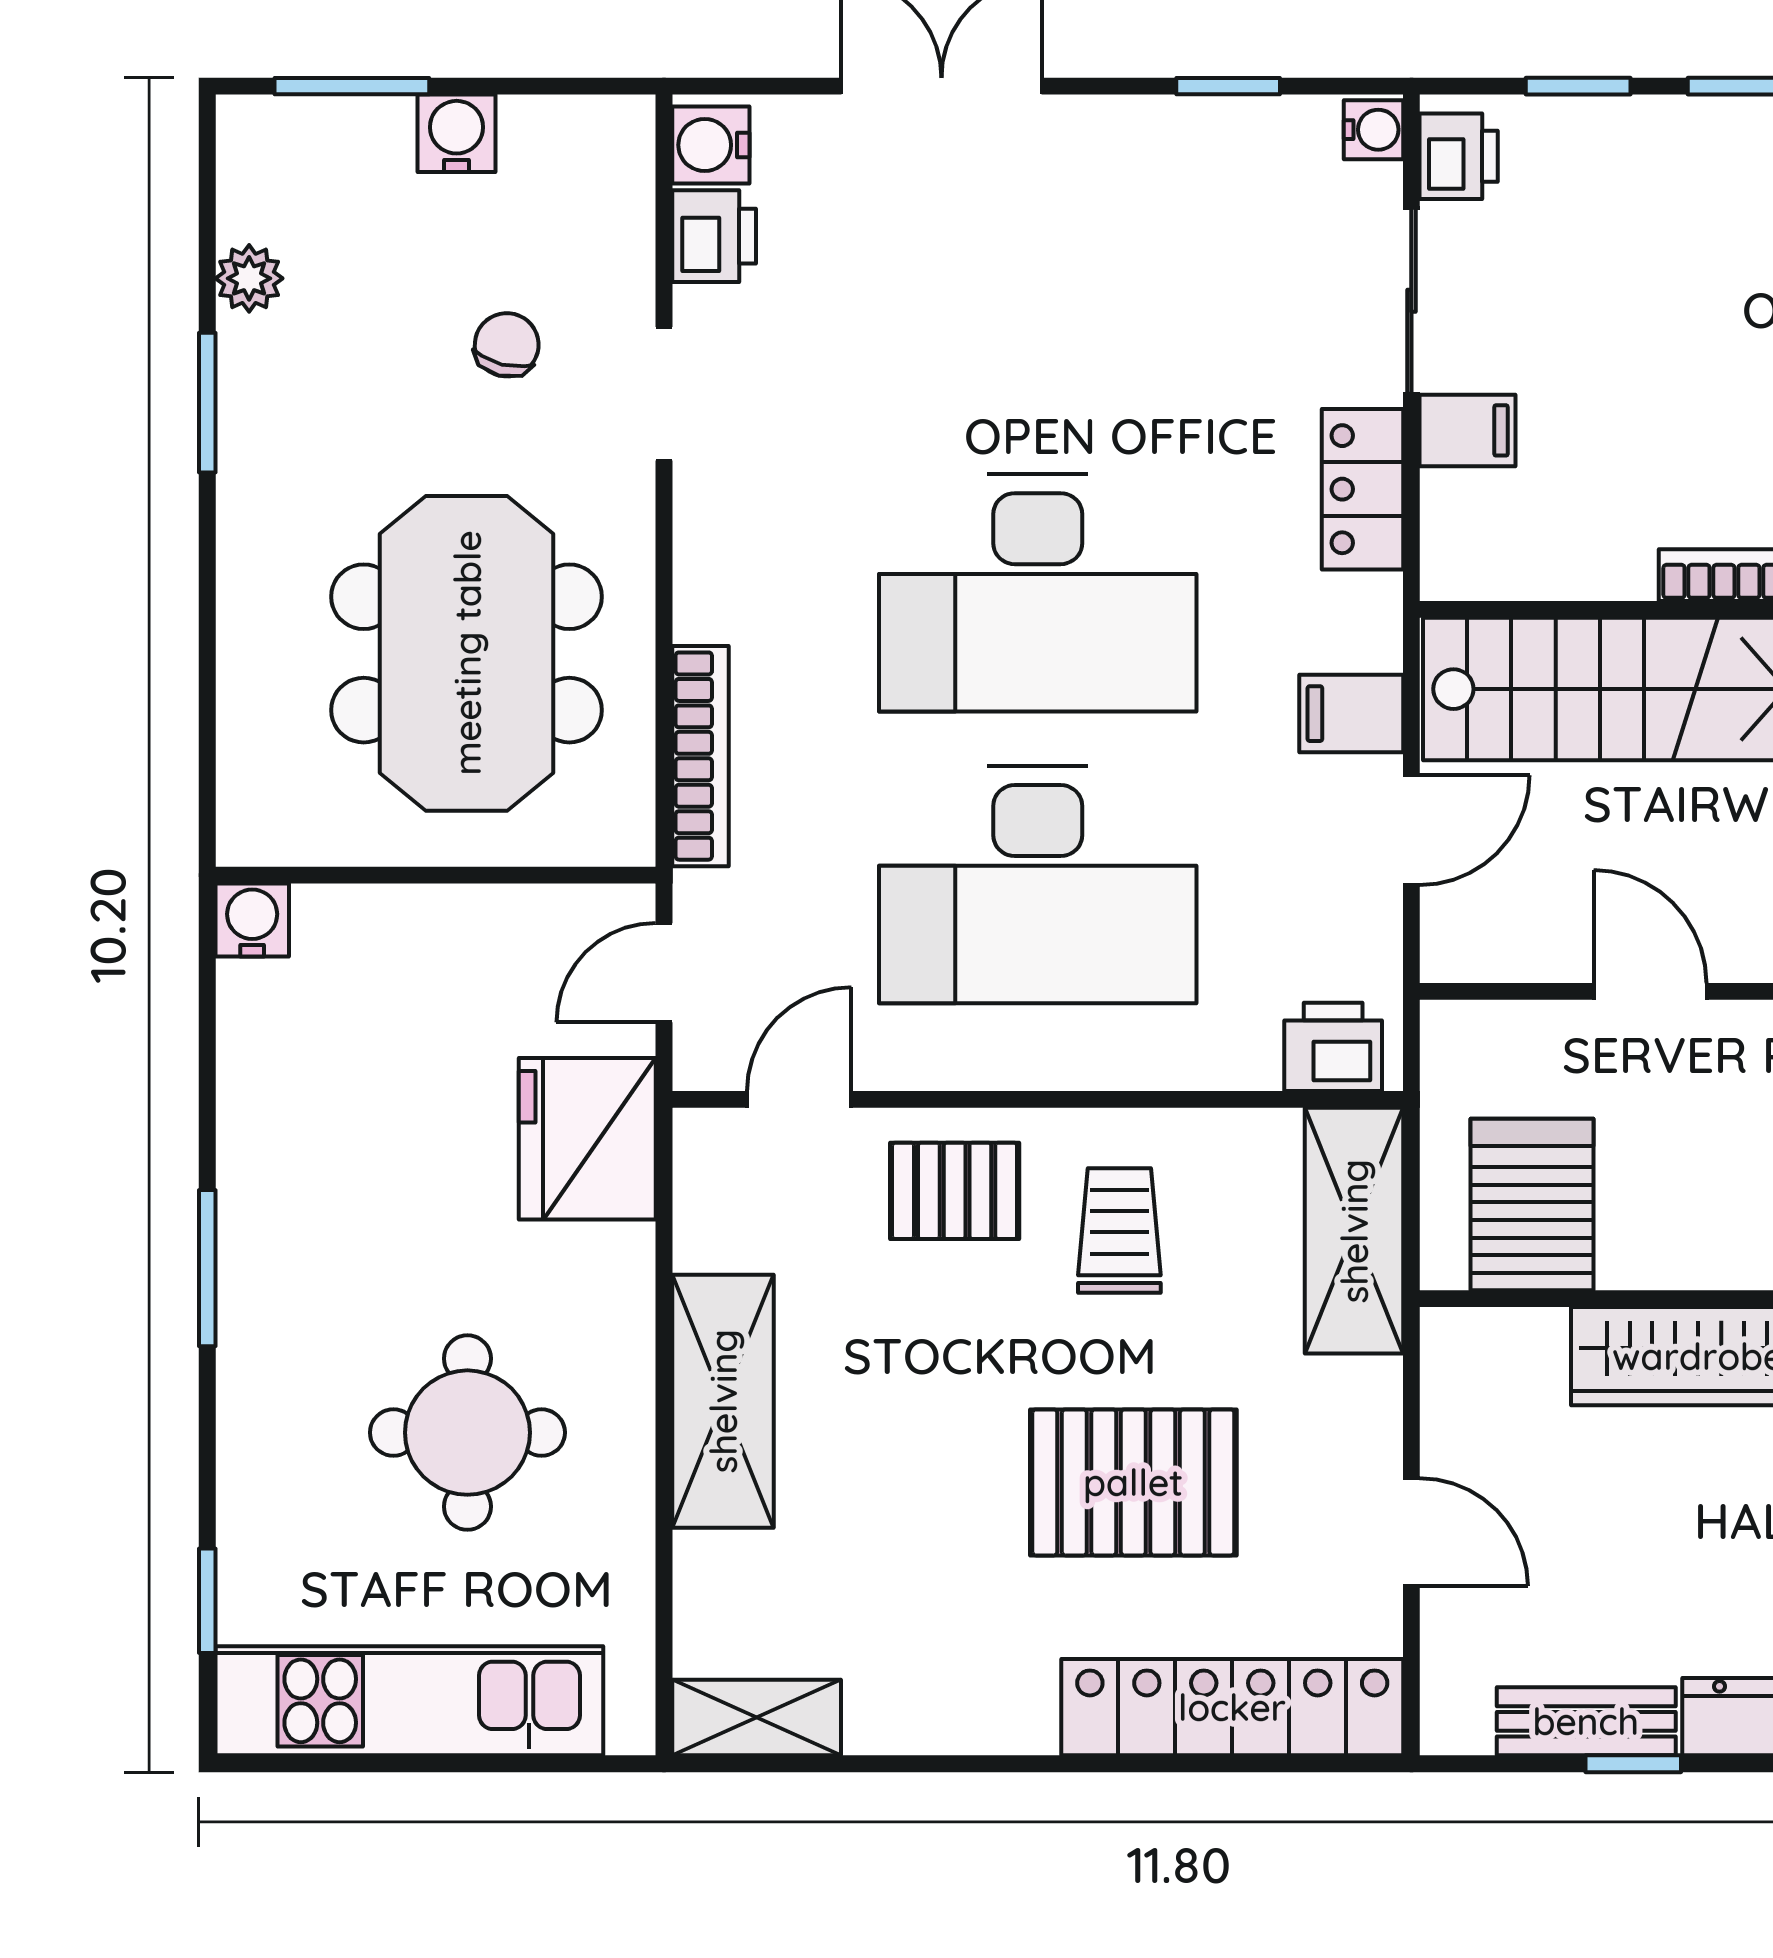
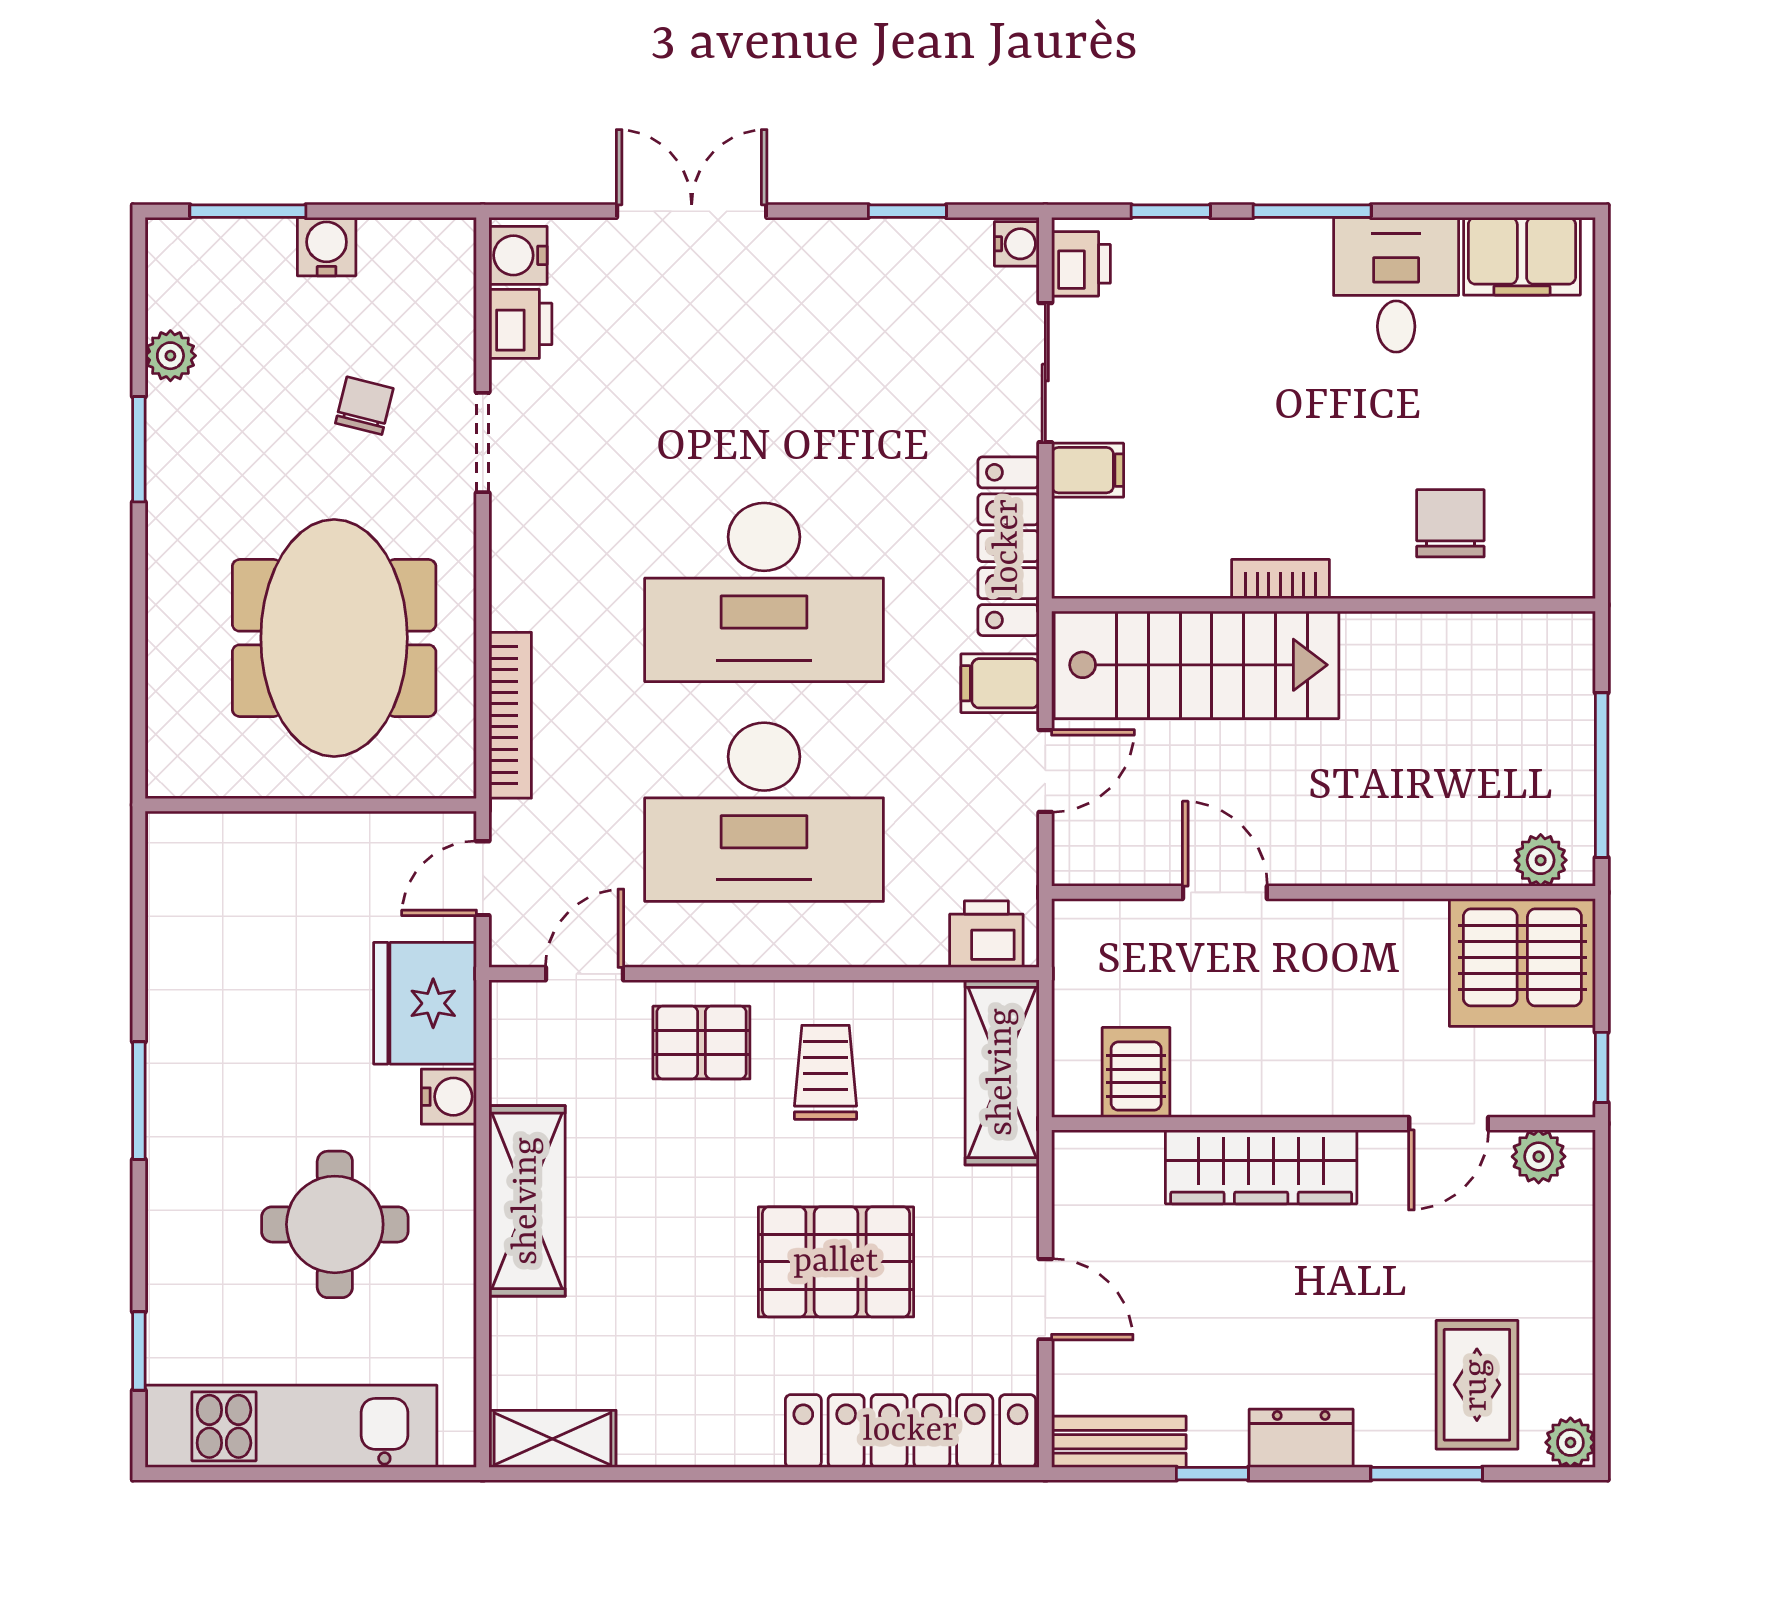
locker: (1363, 489) -> (1008, 546), width x1.53
water cooler: (252, 920) -> (449, 1097), moved, turned 90
server rack: (1532, 1204) -> (1136, 1072), width x0.73, depth x0.70
bench: (1586, 1721) -> (1119, 1442), moved

